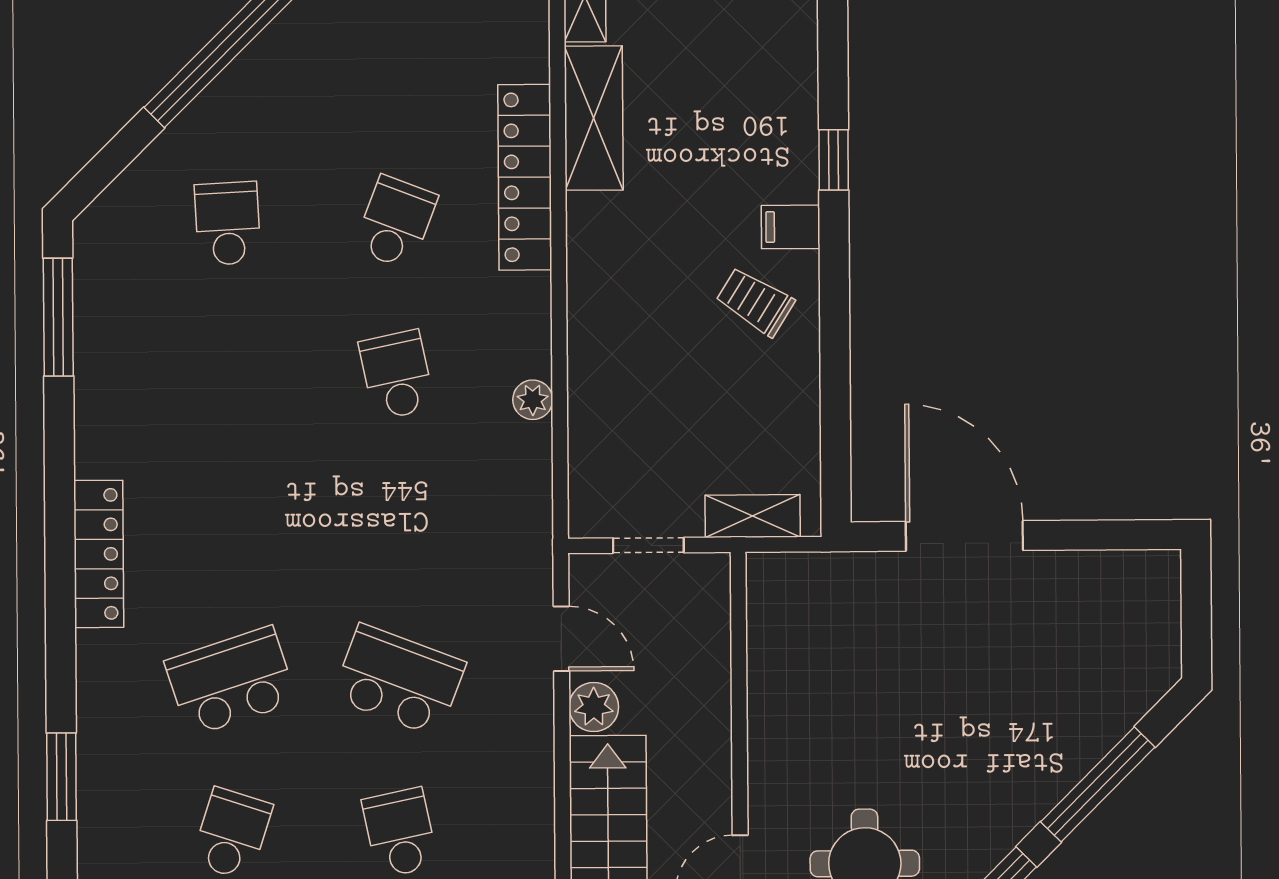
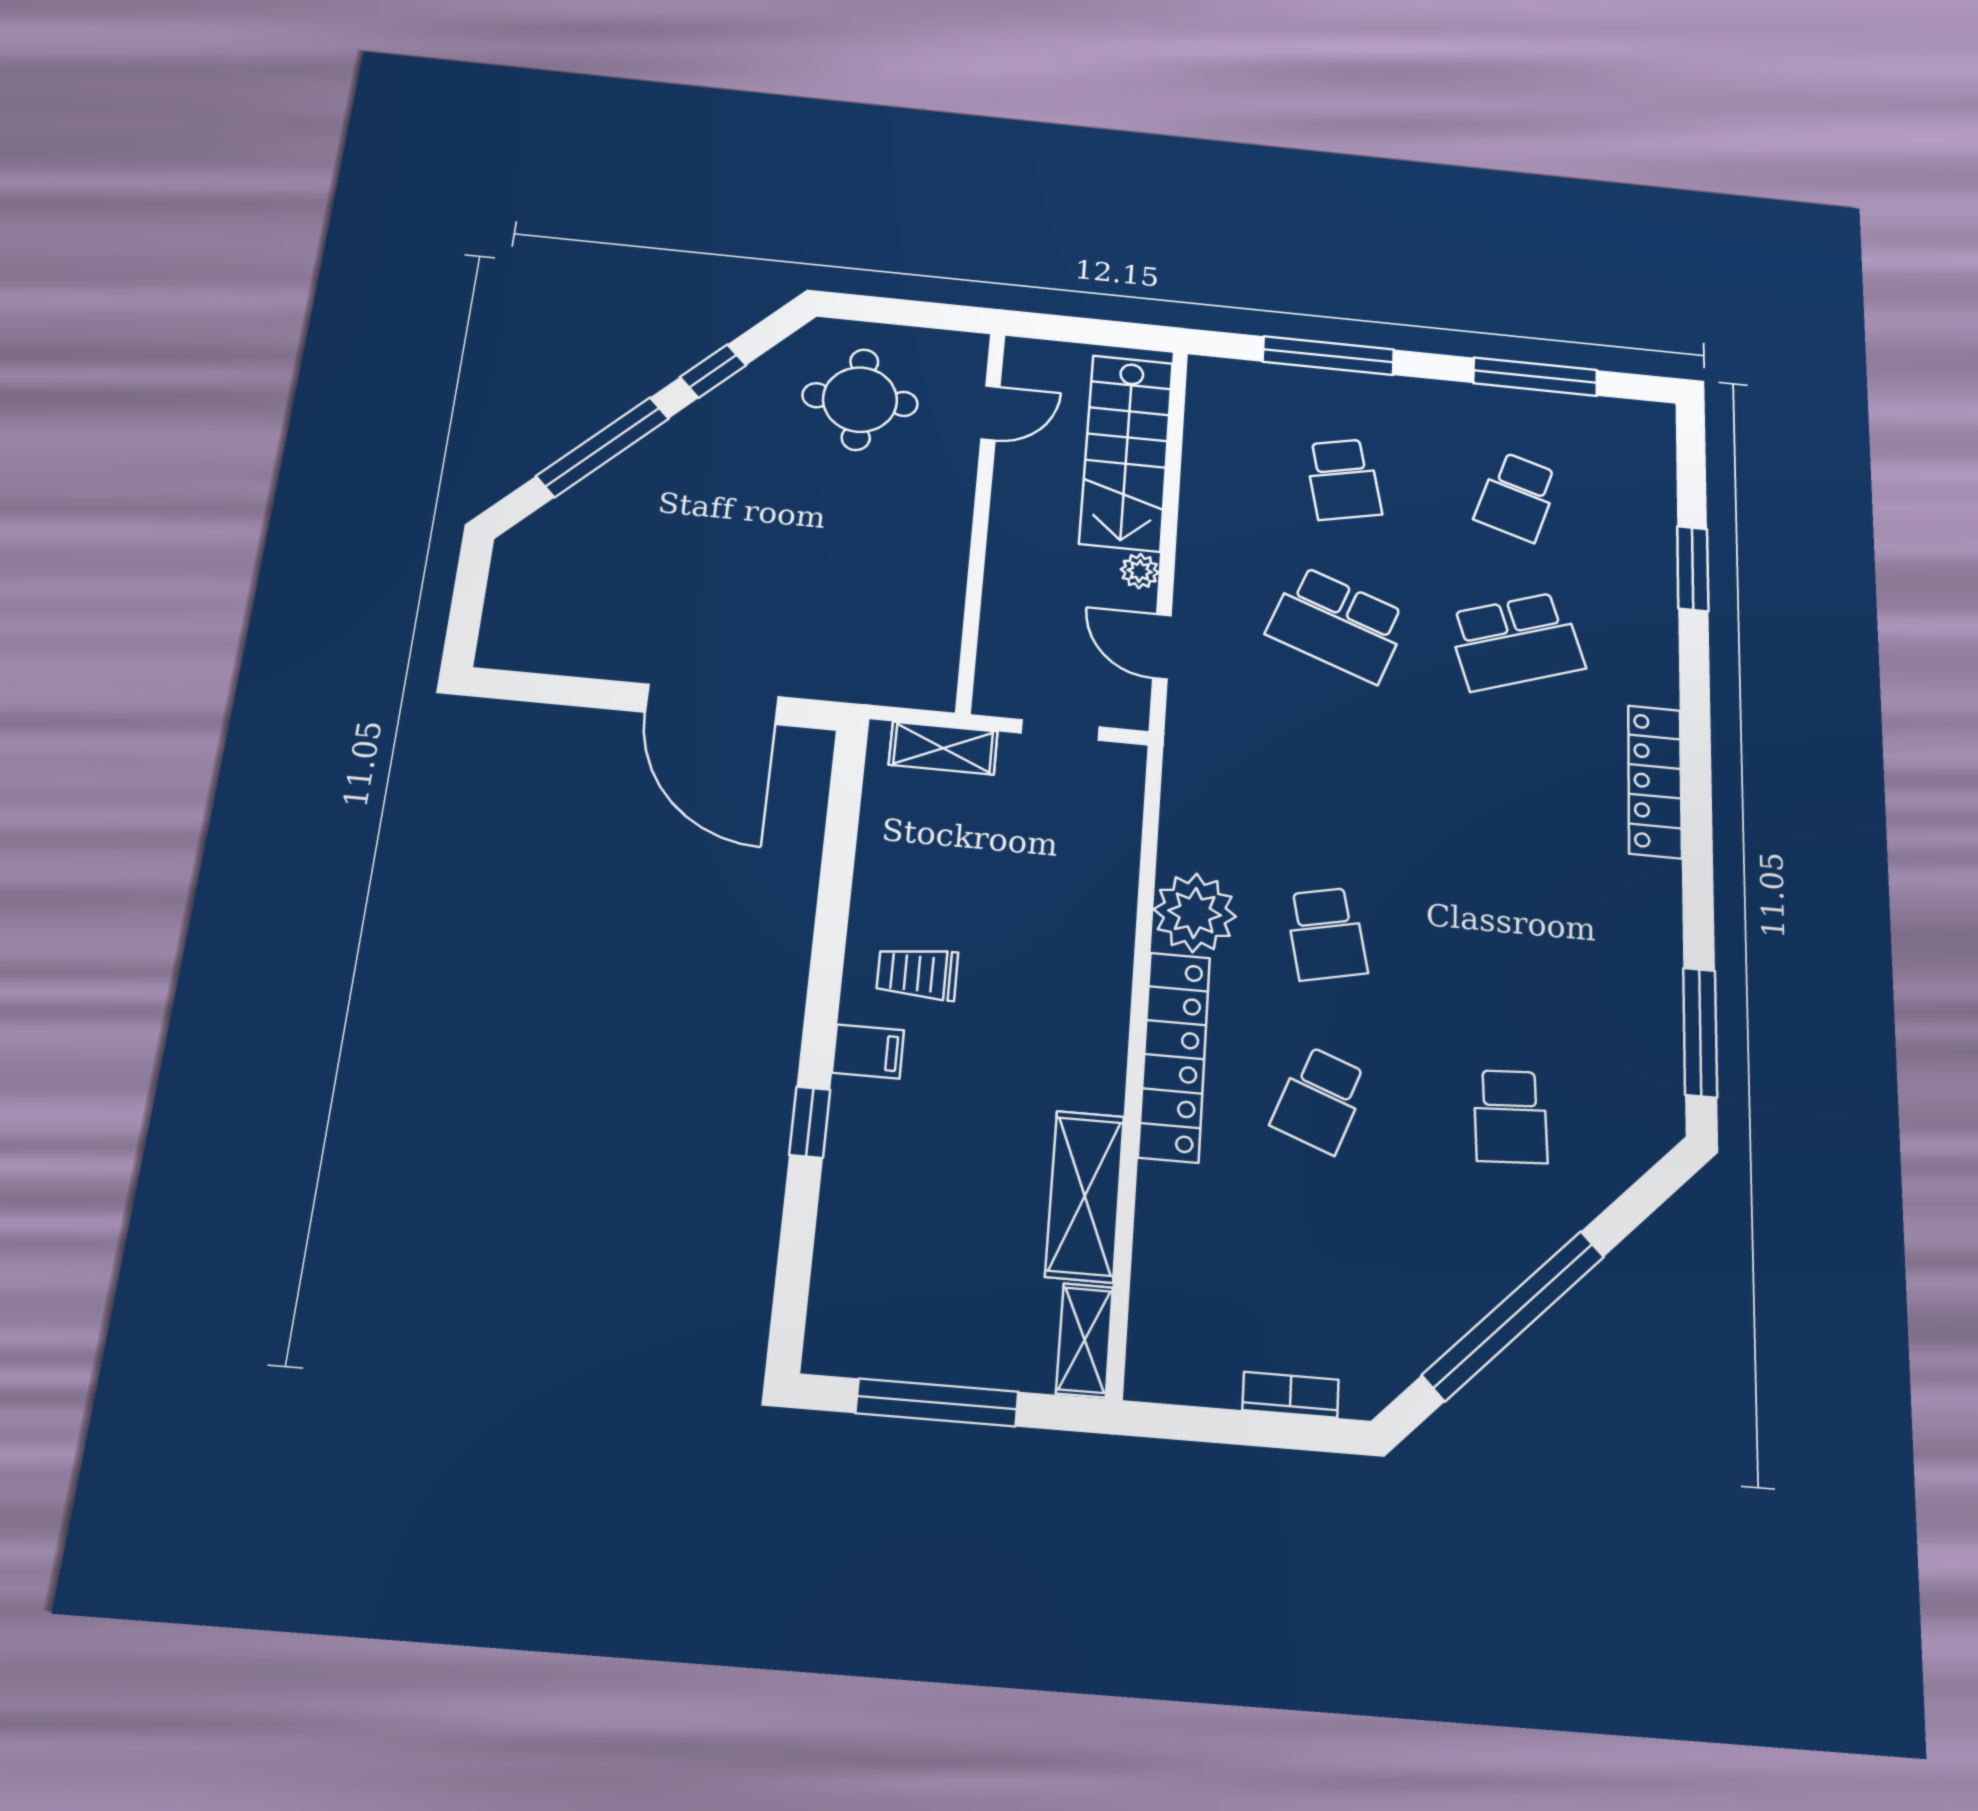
locker: (525, 177) -> (1174, 1057), moved
trolley: (755, 302) -> (917, 973), turned 148
plant: (533, 400) -> (1195, 913), width x1.87, depth x1.87
plant: (594, 707) -> (1140, 571), width x0.73, depth x0.73

